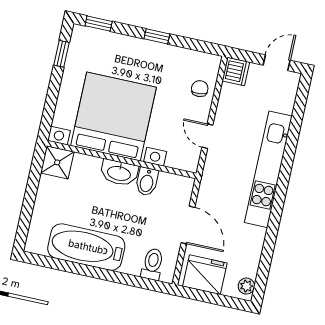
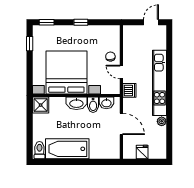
dishwasher: (236, 72) -> (129, 90), moved
chair: (200, 89) -> (110, 57), moved
washbasin: (170, 183) -> (106, 103), added
toilet: (152, 264) -> (39, 150), moved
fridge: (205, 275) -> (142, 152), width x0.53, depth x0.75
plant: (246, 286) -> (162, 121), moved

